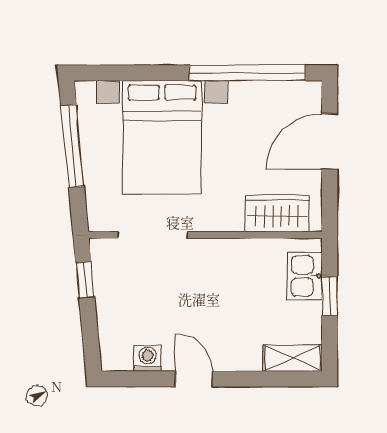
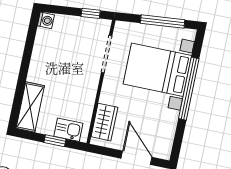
window: (247, 73) -> (189, 89), moved
washing machine: (148, 358) -> (46, 20), moved
shelving: (293, 358) -> (30, 107), width x1.50, depth x1.33
door: (194, 379) -> (26, 60), removed

